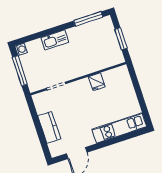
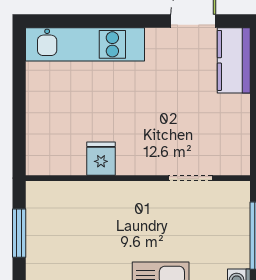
kitchen counter: (49, 127) -> (234, 60), moved

